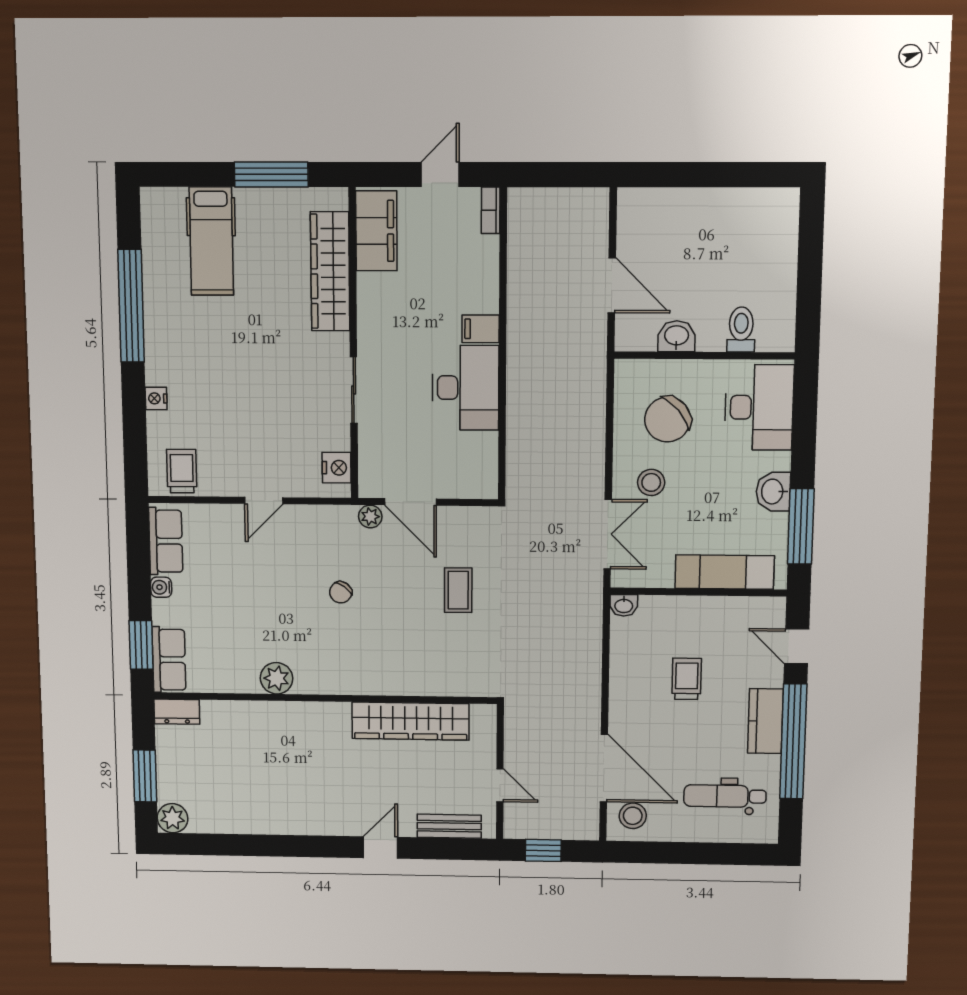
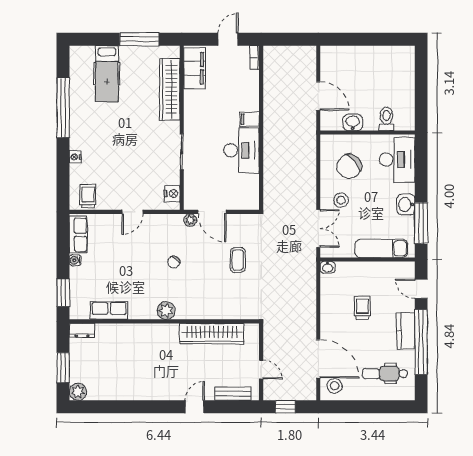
row of seats: (169, 660) -> (109, 311), moved, turned -90
plant: (277, 678) -> (166, 311), moved

